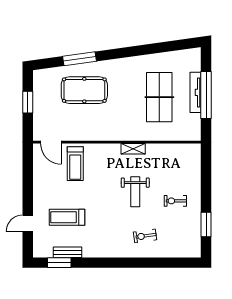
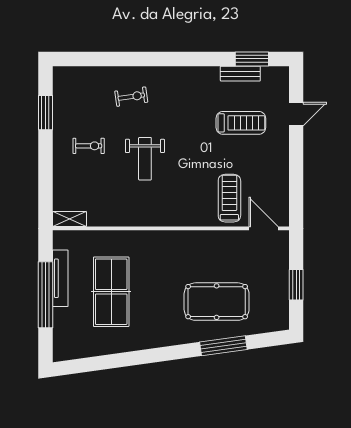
tv unit: (195, 92) -> (60, 278), moved
shelving: (133, 149) -> (69, 219), moved
weight bench: (135, 192) -> (145, 159), turned 180

